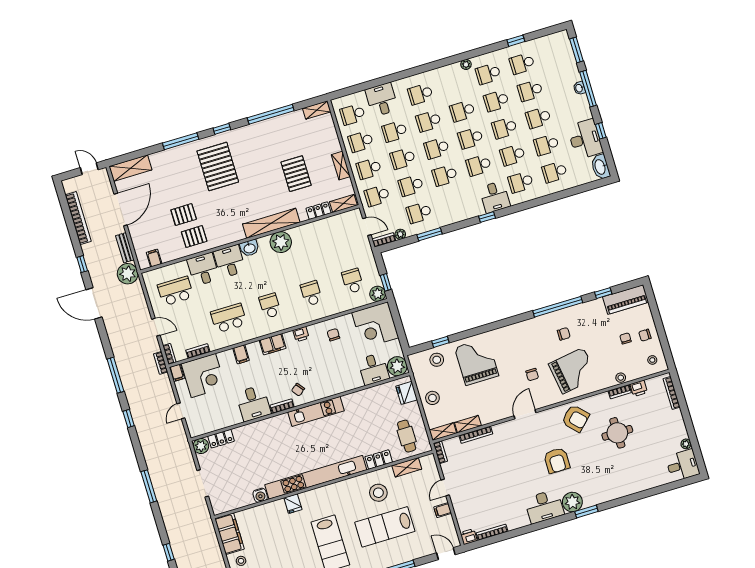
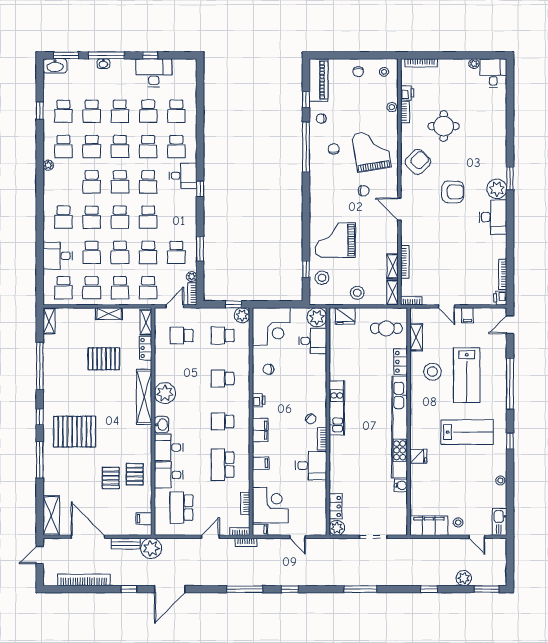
washbasin: (600, 167) -> (55, 66), moved
school desk: (341, 241) -> (181, 335), added
chair: (625, 338) -> (321, 119), moved

